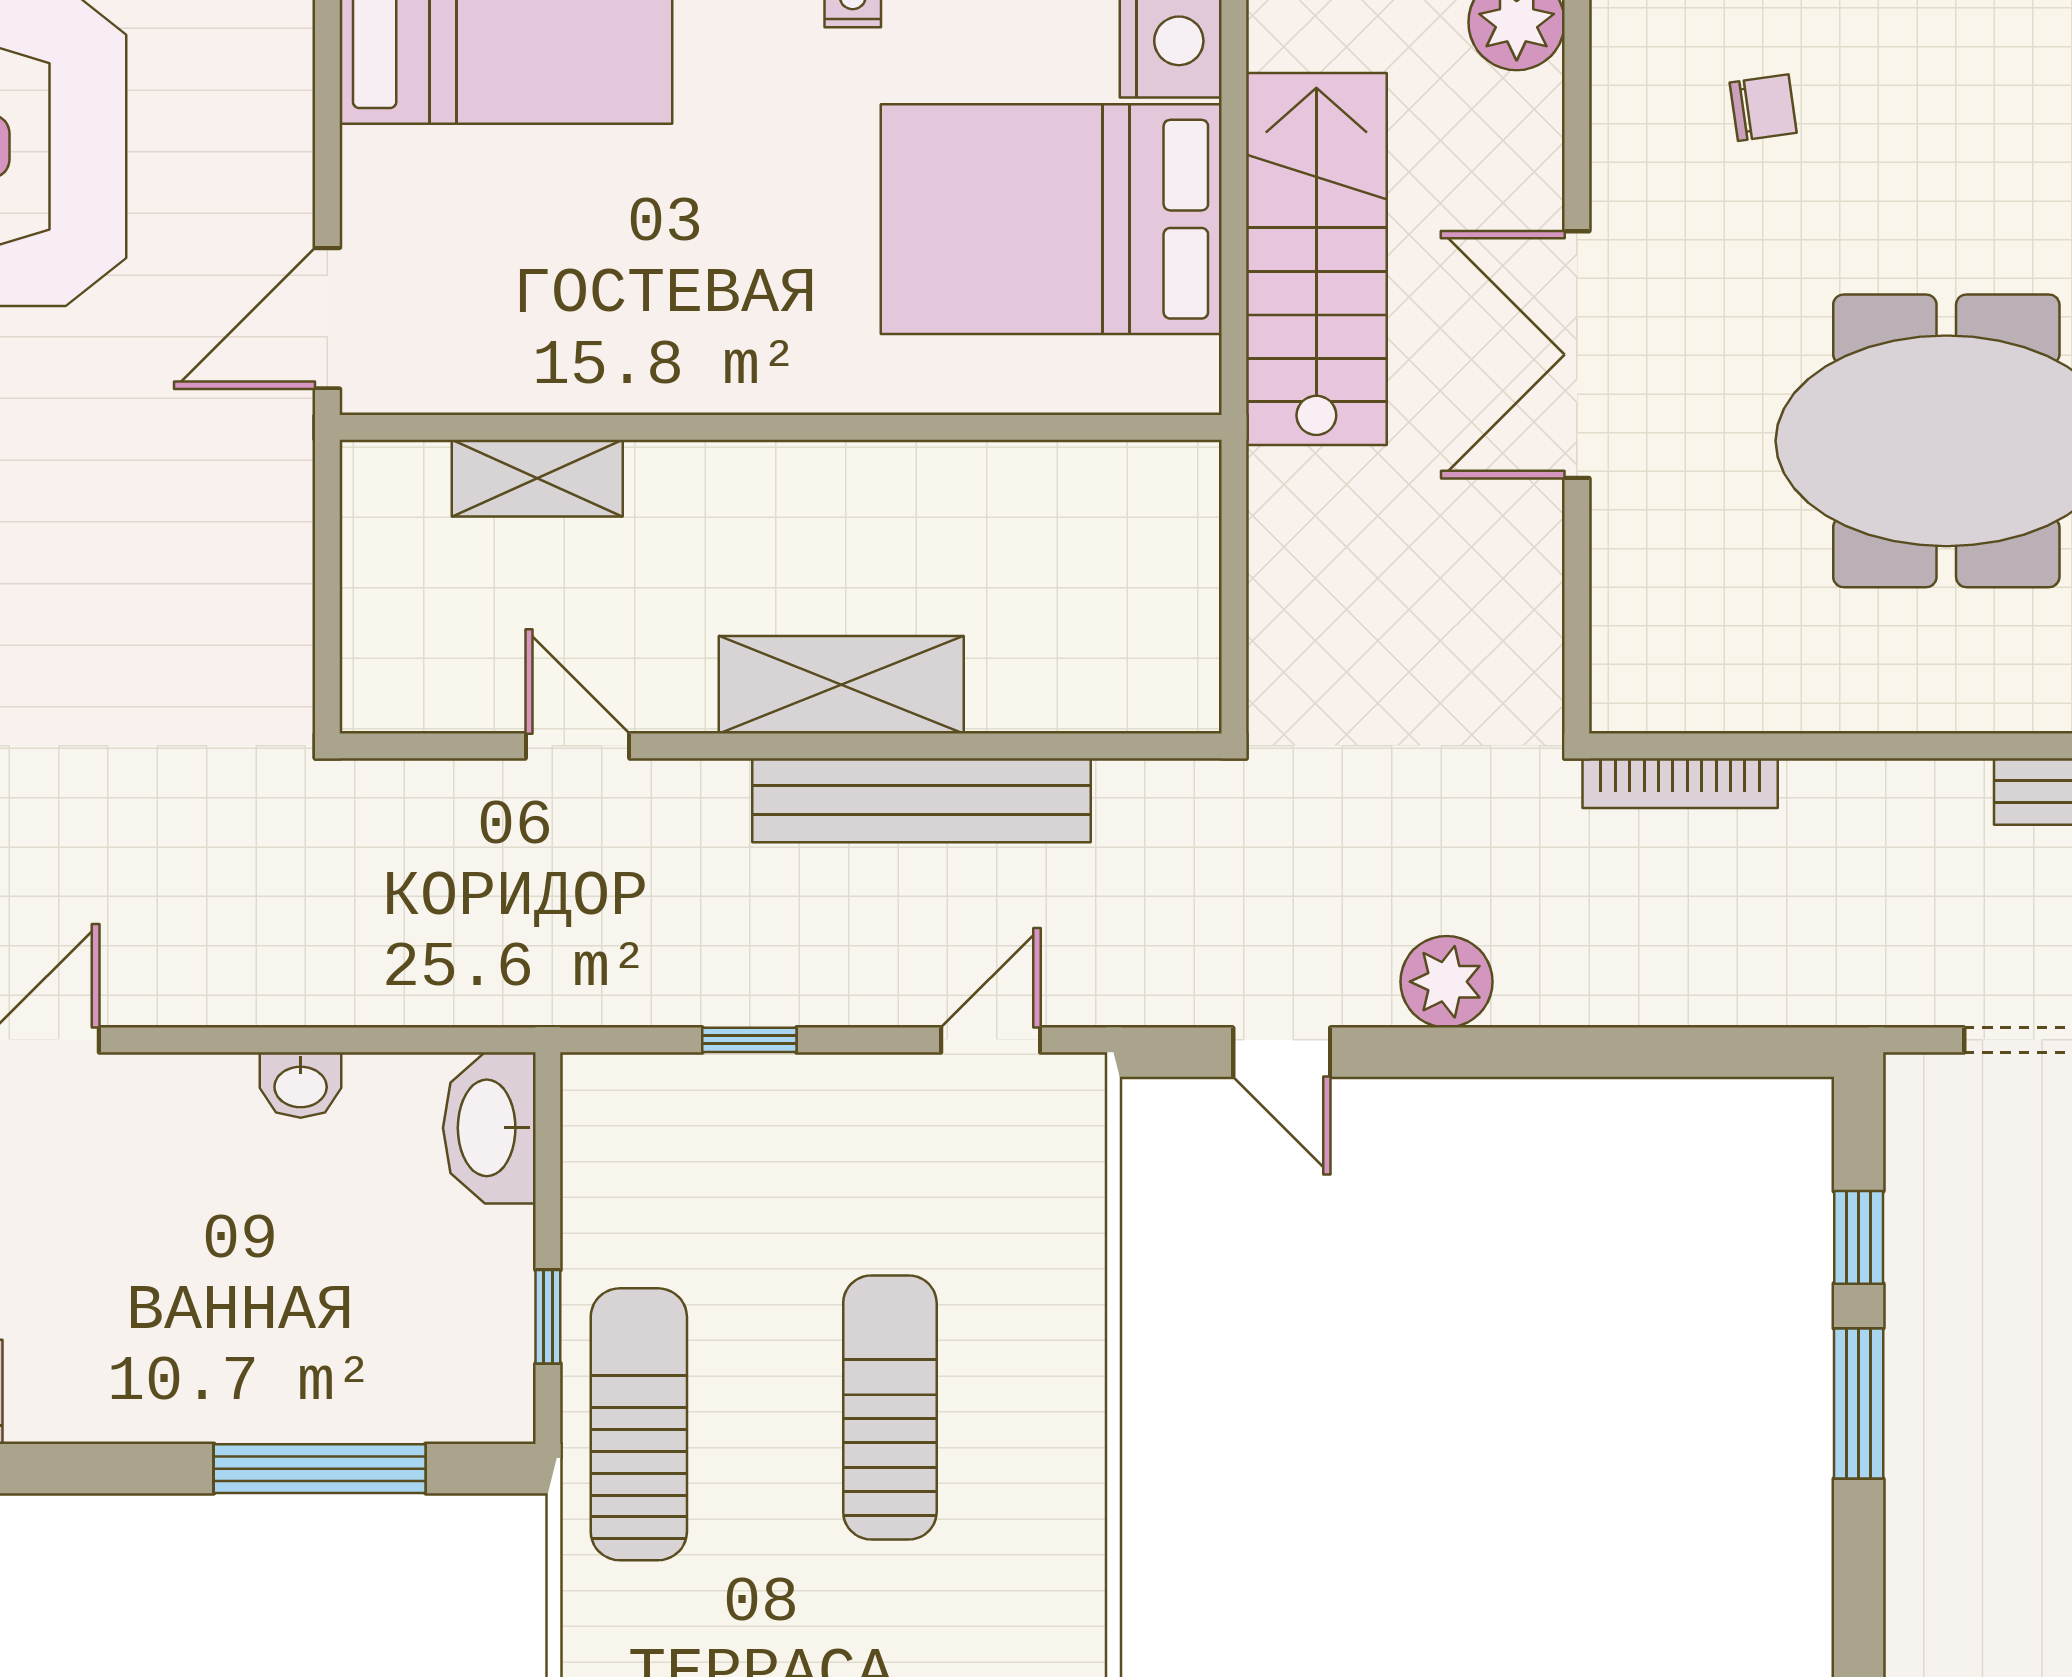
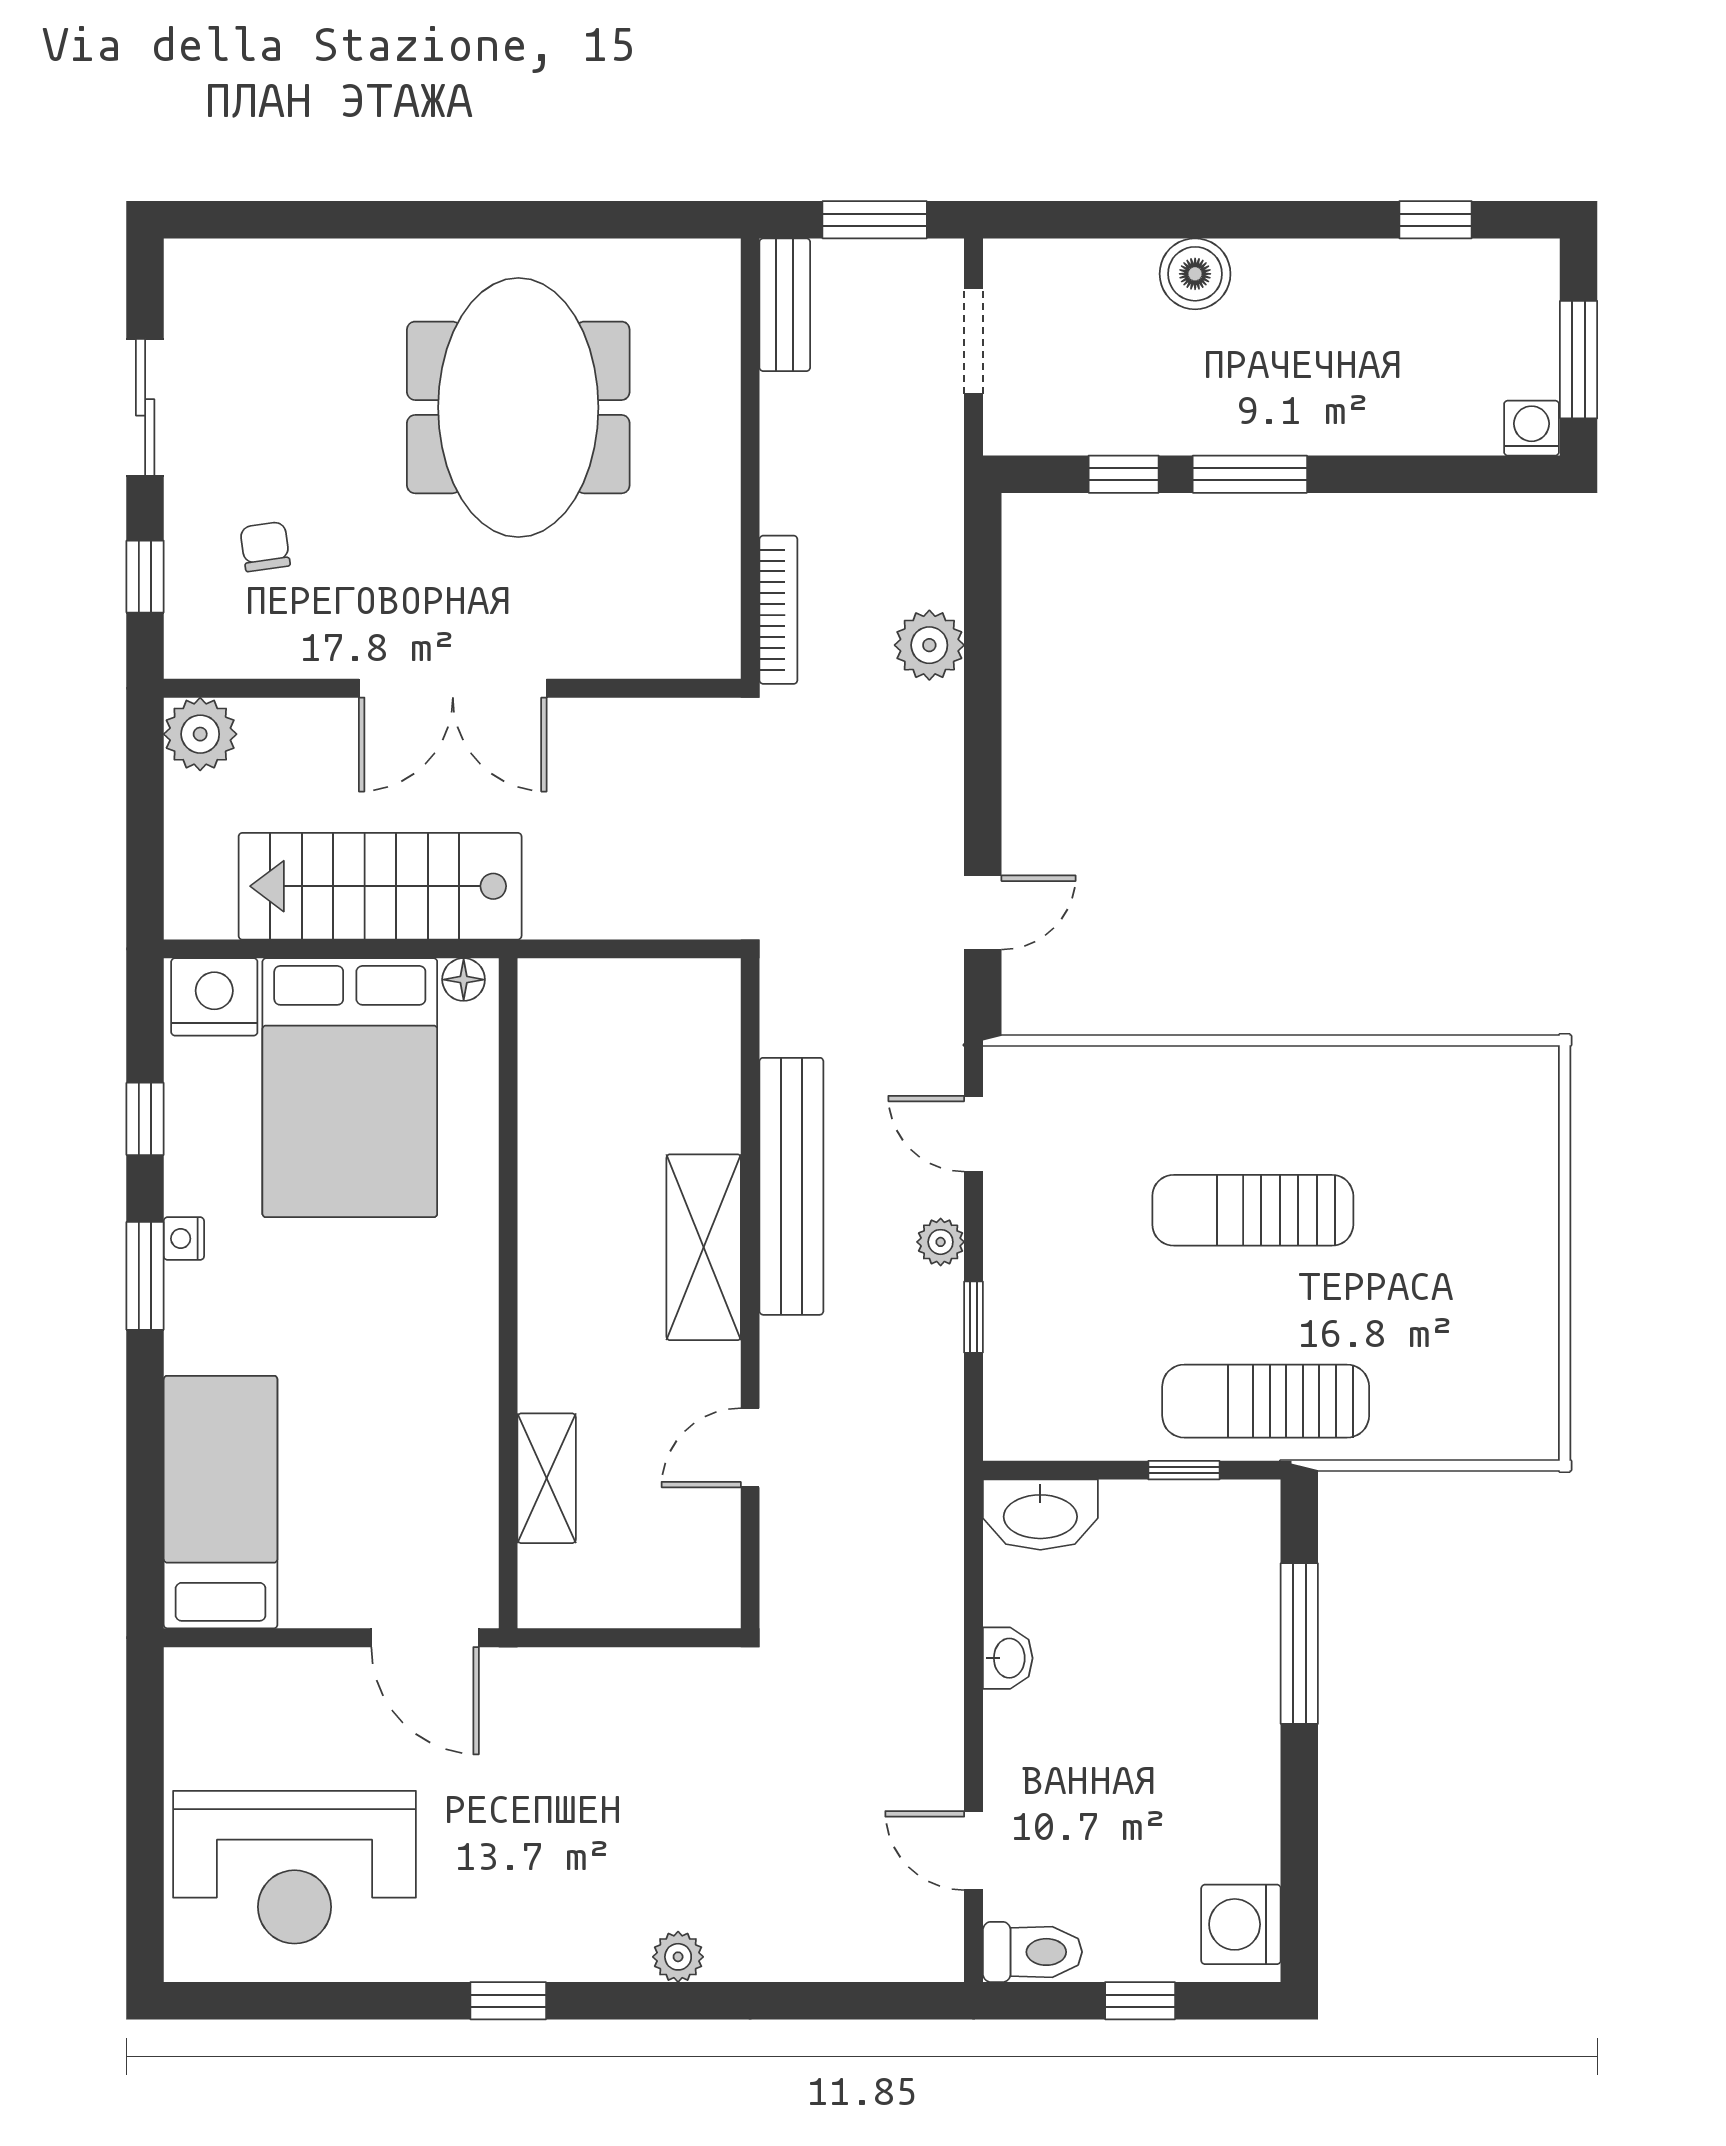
floor lamp: (1194, 369) -> (464, 980), added
plant: (1446, 982) -> (929, 645), moved
plant: (848, 996) -> (941, 1242), added

